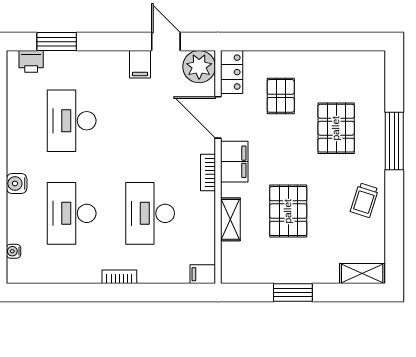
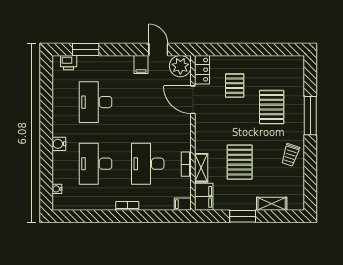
filing cabinet: (234, 162) -> (204, 197), moved
bookcase: (208, 172) -> (186, 164), moved
shelving: (362, 274) -> (272, 204), moved

